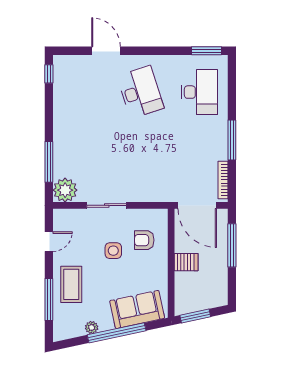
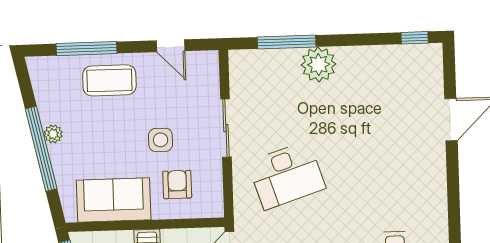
desk: (140, 92) -> (286, 175), moved
plant: (65, 190) -> (319, 64), moved
sofa: (137, 309) -> (114, 200), moved, turned -78
plant: (92, 327) -> (53, 134), moved

